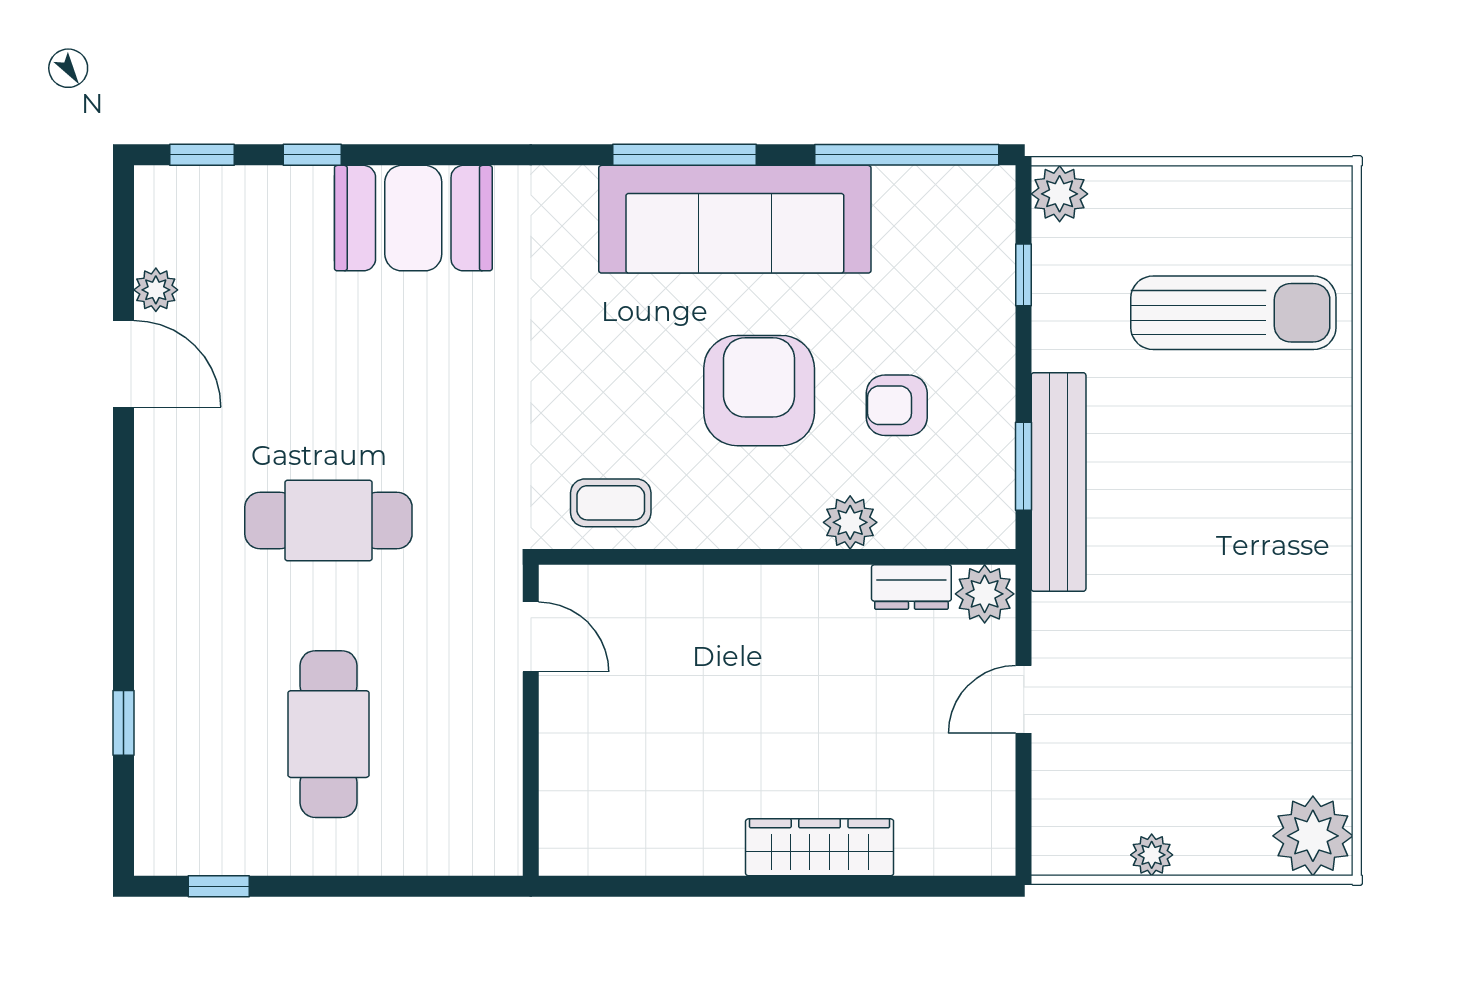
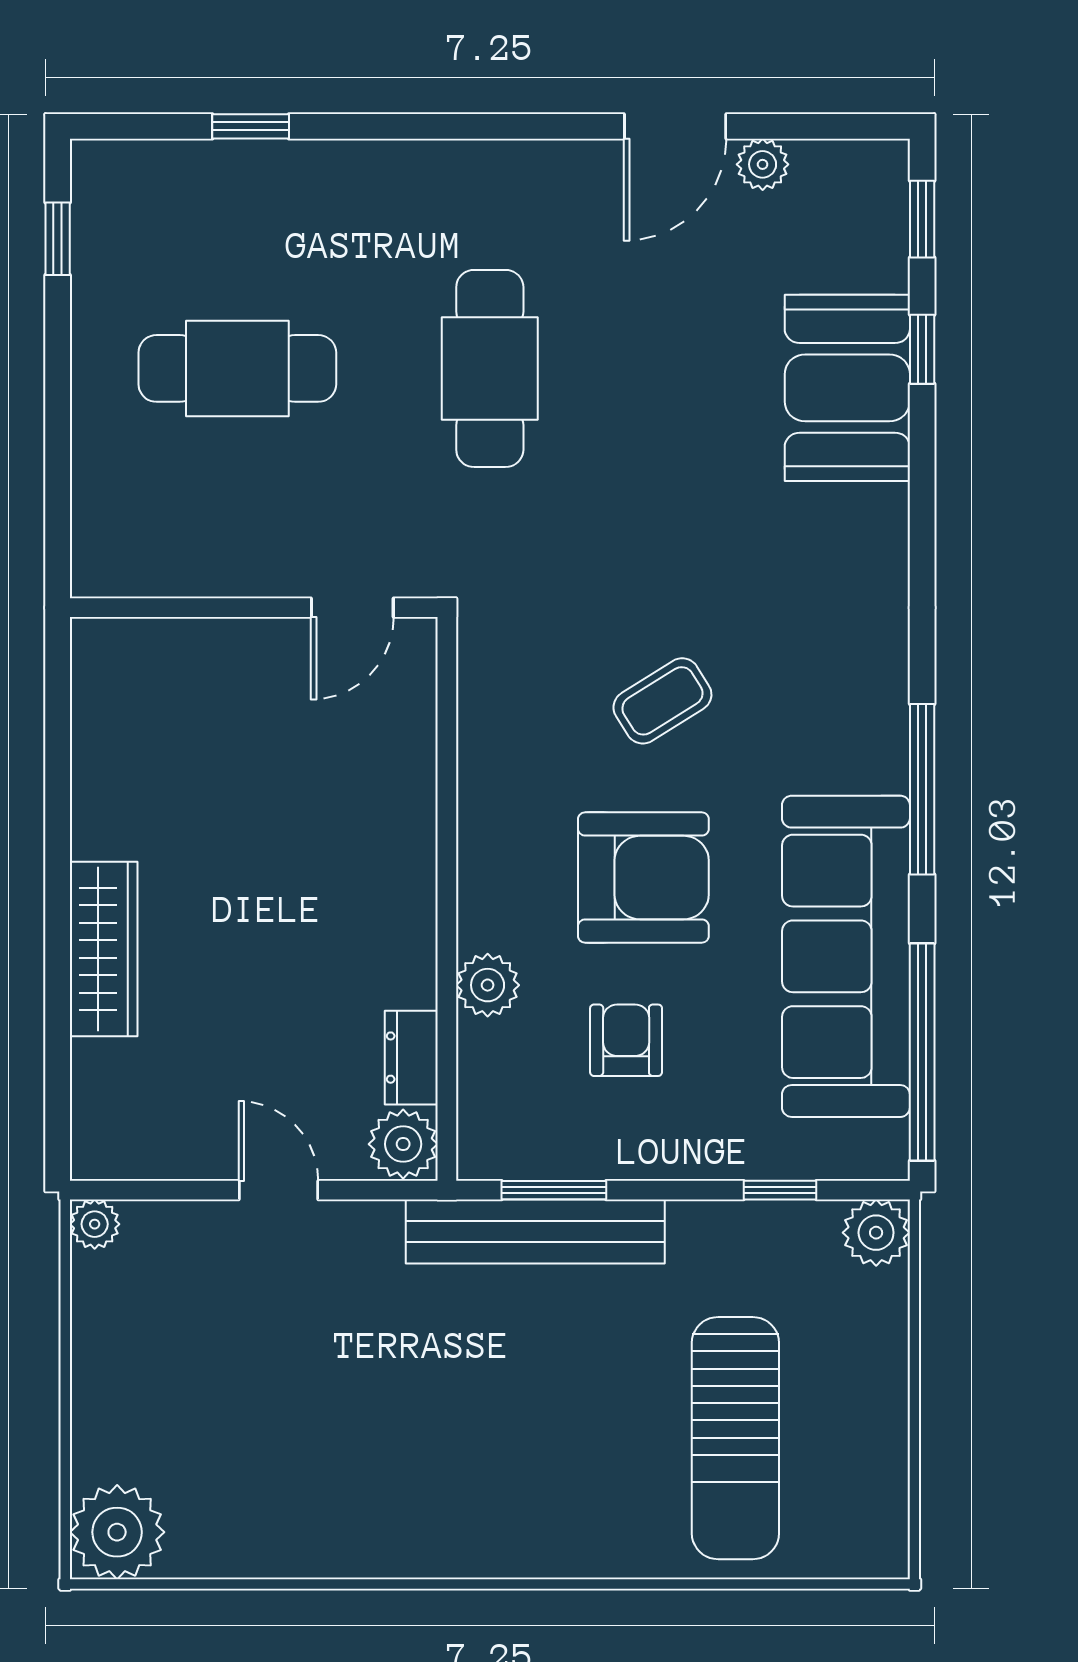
booth: (413, 218) -> (847, 388), moved
sofa: (735, 219) -> (846, 956), moved
coffee table: (611, 503) -> (662, 701), moved, turned 58
plant: (1152, 855) -> (95, 1224), moved

